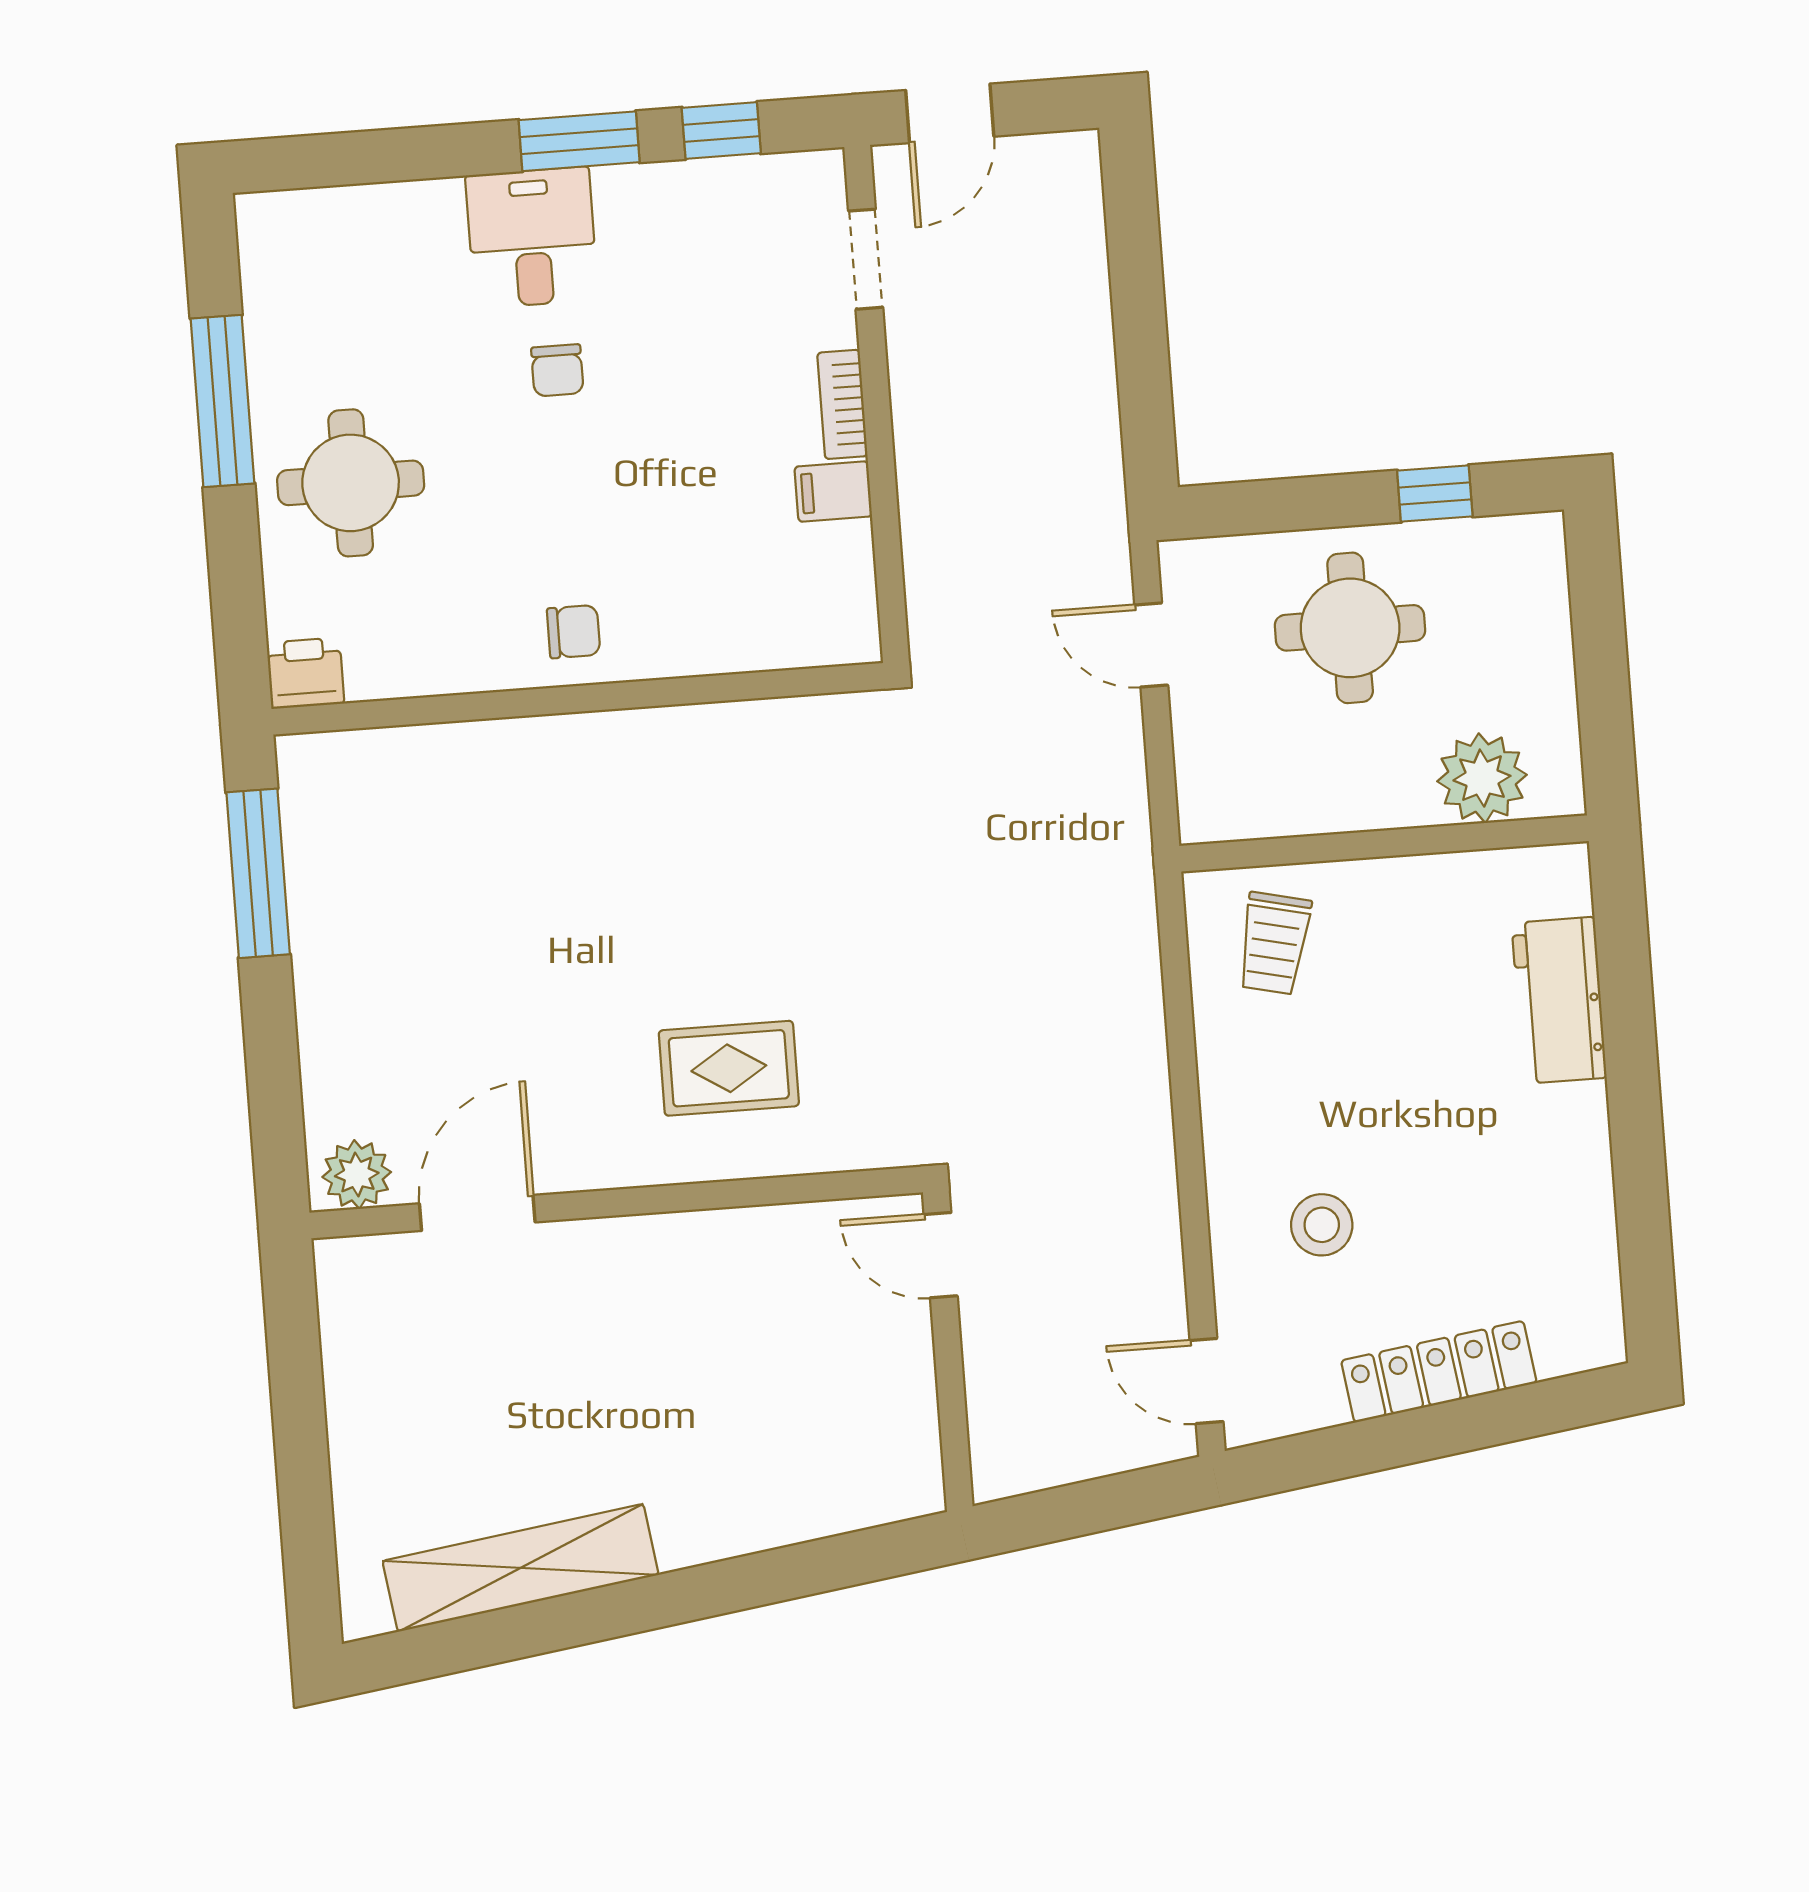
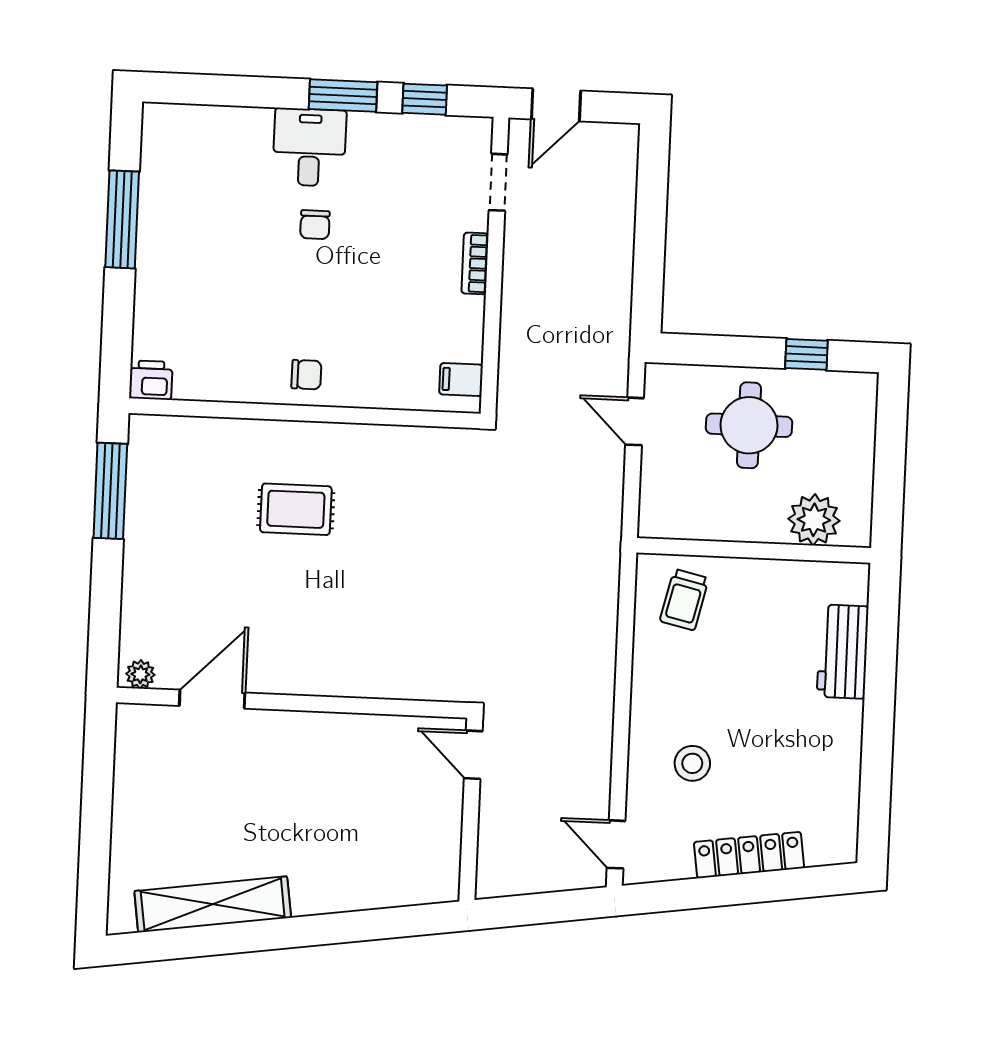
round table: (351, 483) -> (190, 275), removed
filing cabinet: (833, 492) -> (461, 380), moved
rug: (729, 1068) -> (296, 509), moved
plant: (357, 1174) -> (140, 674), width x0.73, depth x0.73

